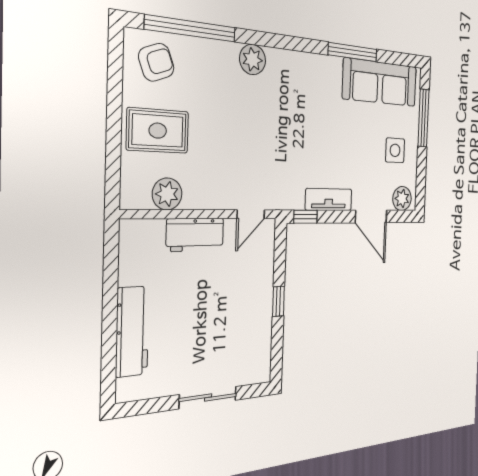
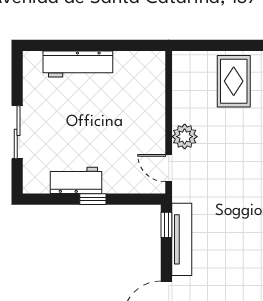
plant: (167, 194) -> (185, 137), moved
tv unit: (329, 200) -> (182, 239), width x1.41
workbench: (195, 235) -> (76, 180), moved, turned 90

